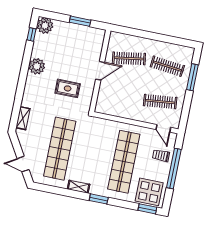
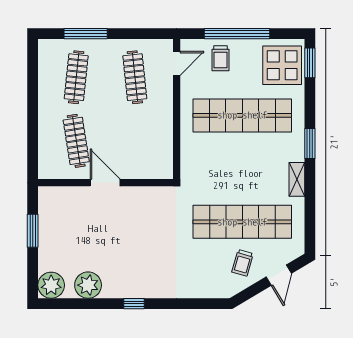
window: (32, 34) -> (134, 304), moved
plant: (37, 66) -> (88, 285), moved
rug: (68, 88) -> (144, 229), removed
shelving: (23, 118) -> (206, 290), removed
trolley: (35, 144) -> (243, 263), added

